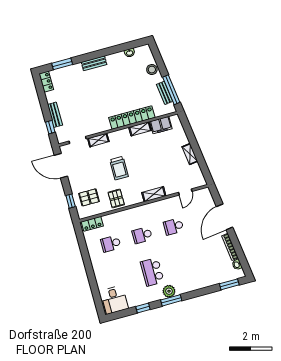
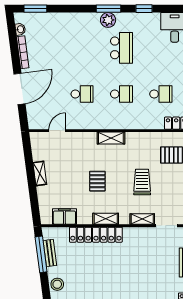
shelving: (140, 129) -> (106, 219), moved
trolley: (119, 168) -> (142, 182), moved
shelving: (154, 194) -> (111, 138), moved
pallet: (116, 198) -> (97, 181), moved

